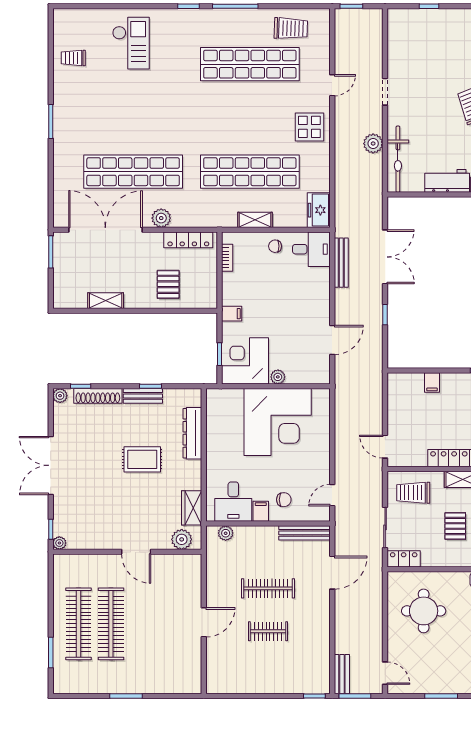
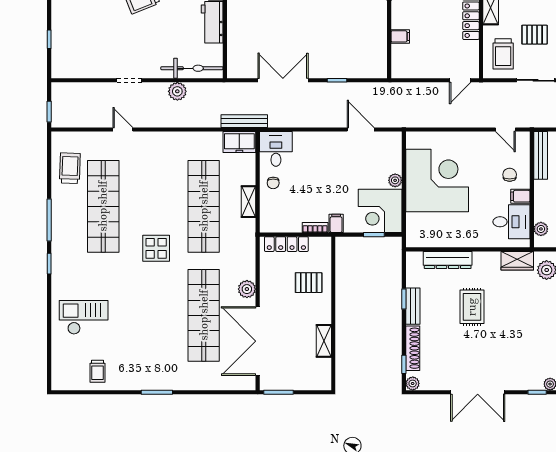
display table: (309, 127) -> (156, 248), moved
locker: (188, 240) -> (286, 244), moved, turned 90
bookcase: (227, 258) -> (315, 228), moved
bench: (341, 263) -> (244, 121), moved
pallet: (455, 526) -> (535, 35), moved

